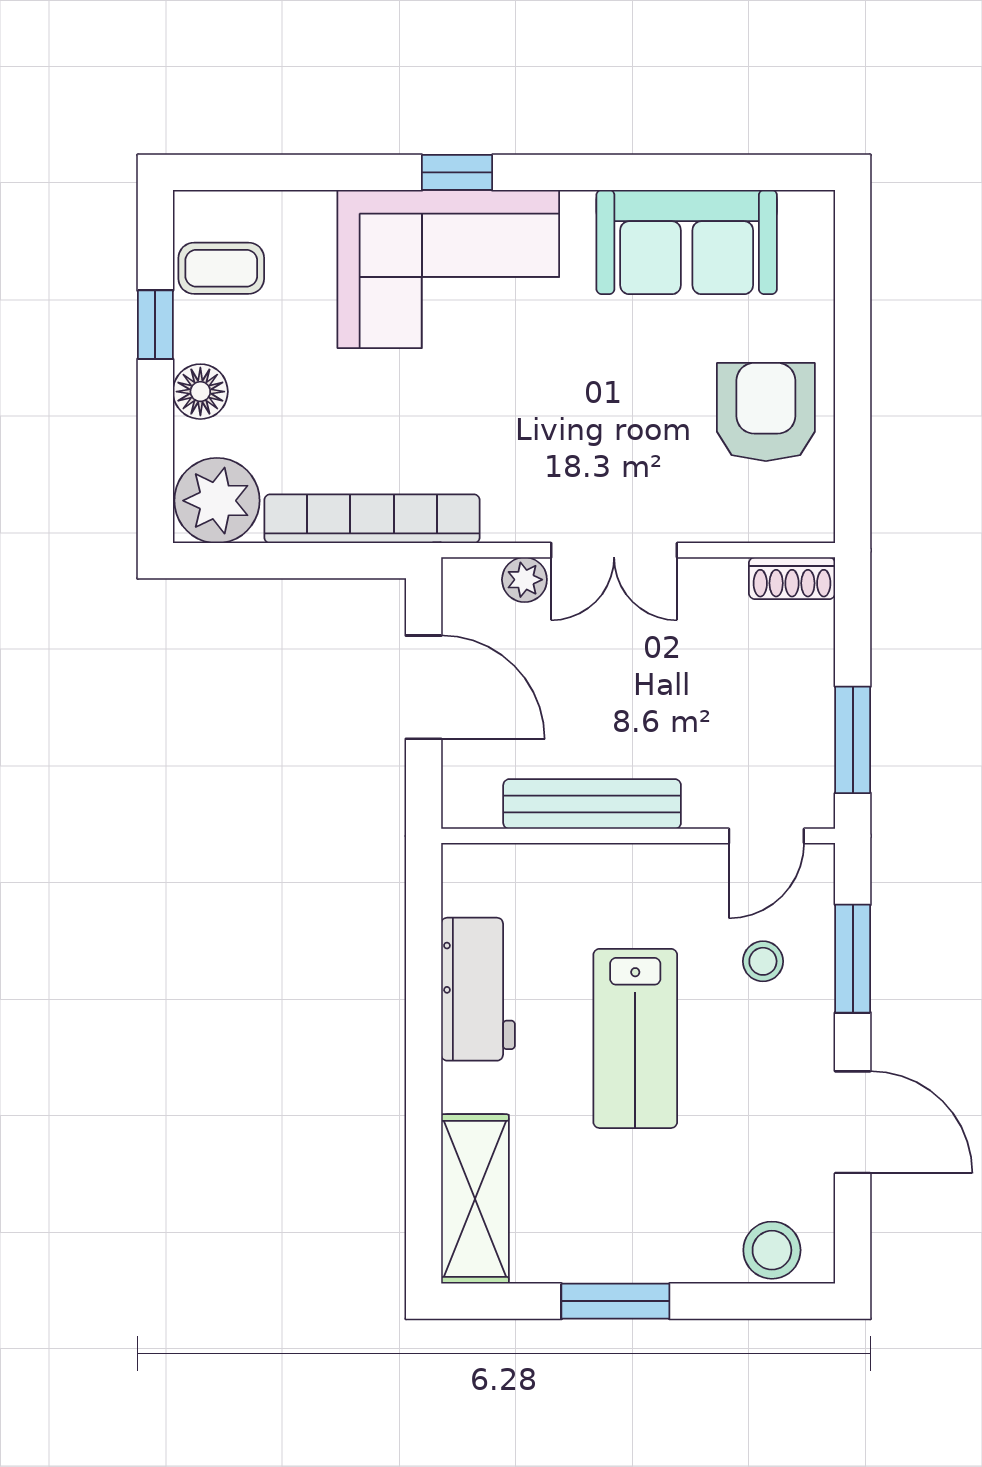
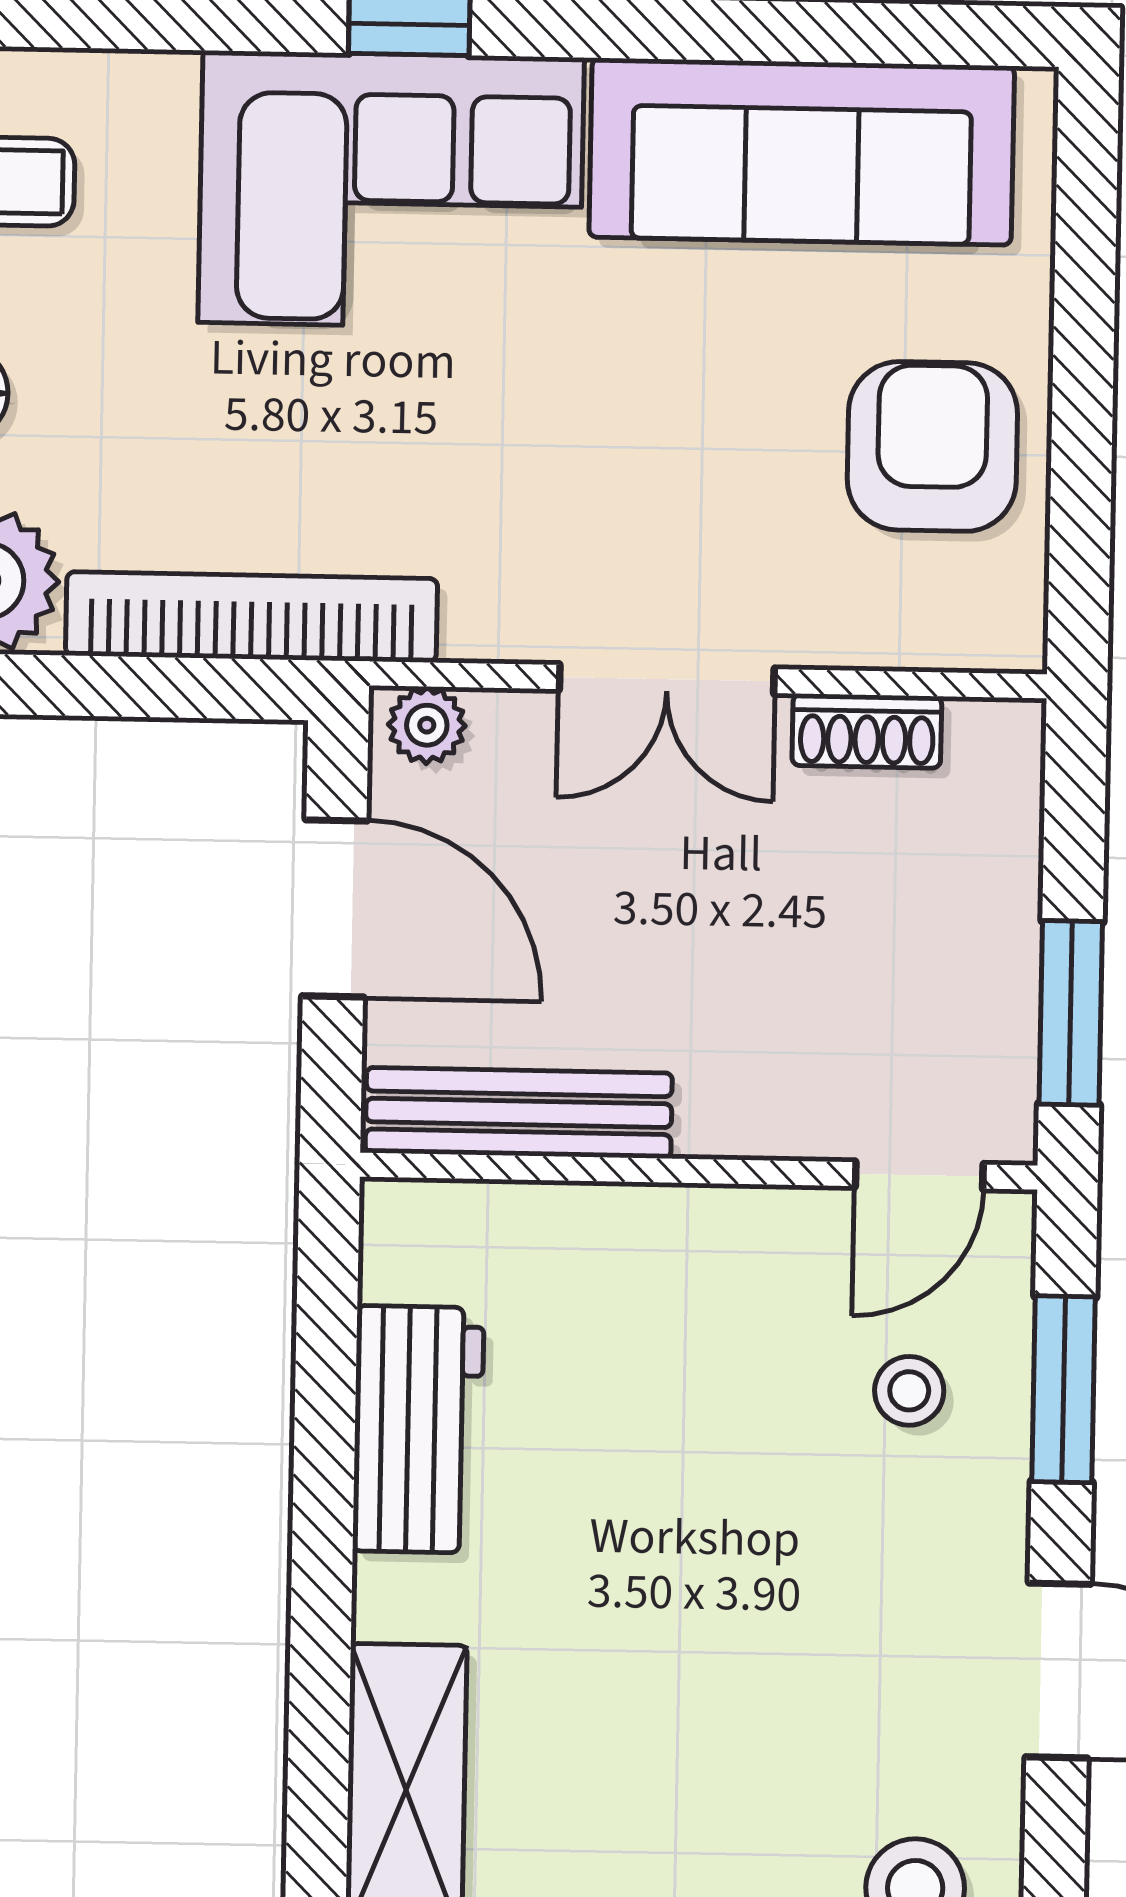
sofa: (687, 242) -> (802, 152), width x1.36
shoe rack: (792, 578) -> (867, 731), moved
plant: (524, 580) -> (427, 725), moved
bench: (592, 804) -> (519, 1113), moved
lab bench: (635, 1038) -> (687, 1519), removed

